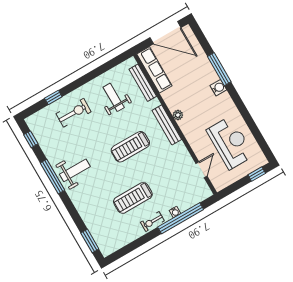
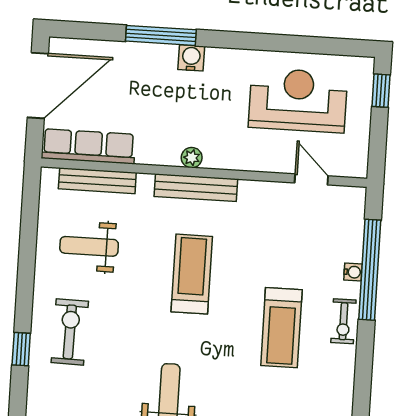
treadmill: (130, 147) -> (192, 274), turned 180

